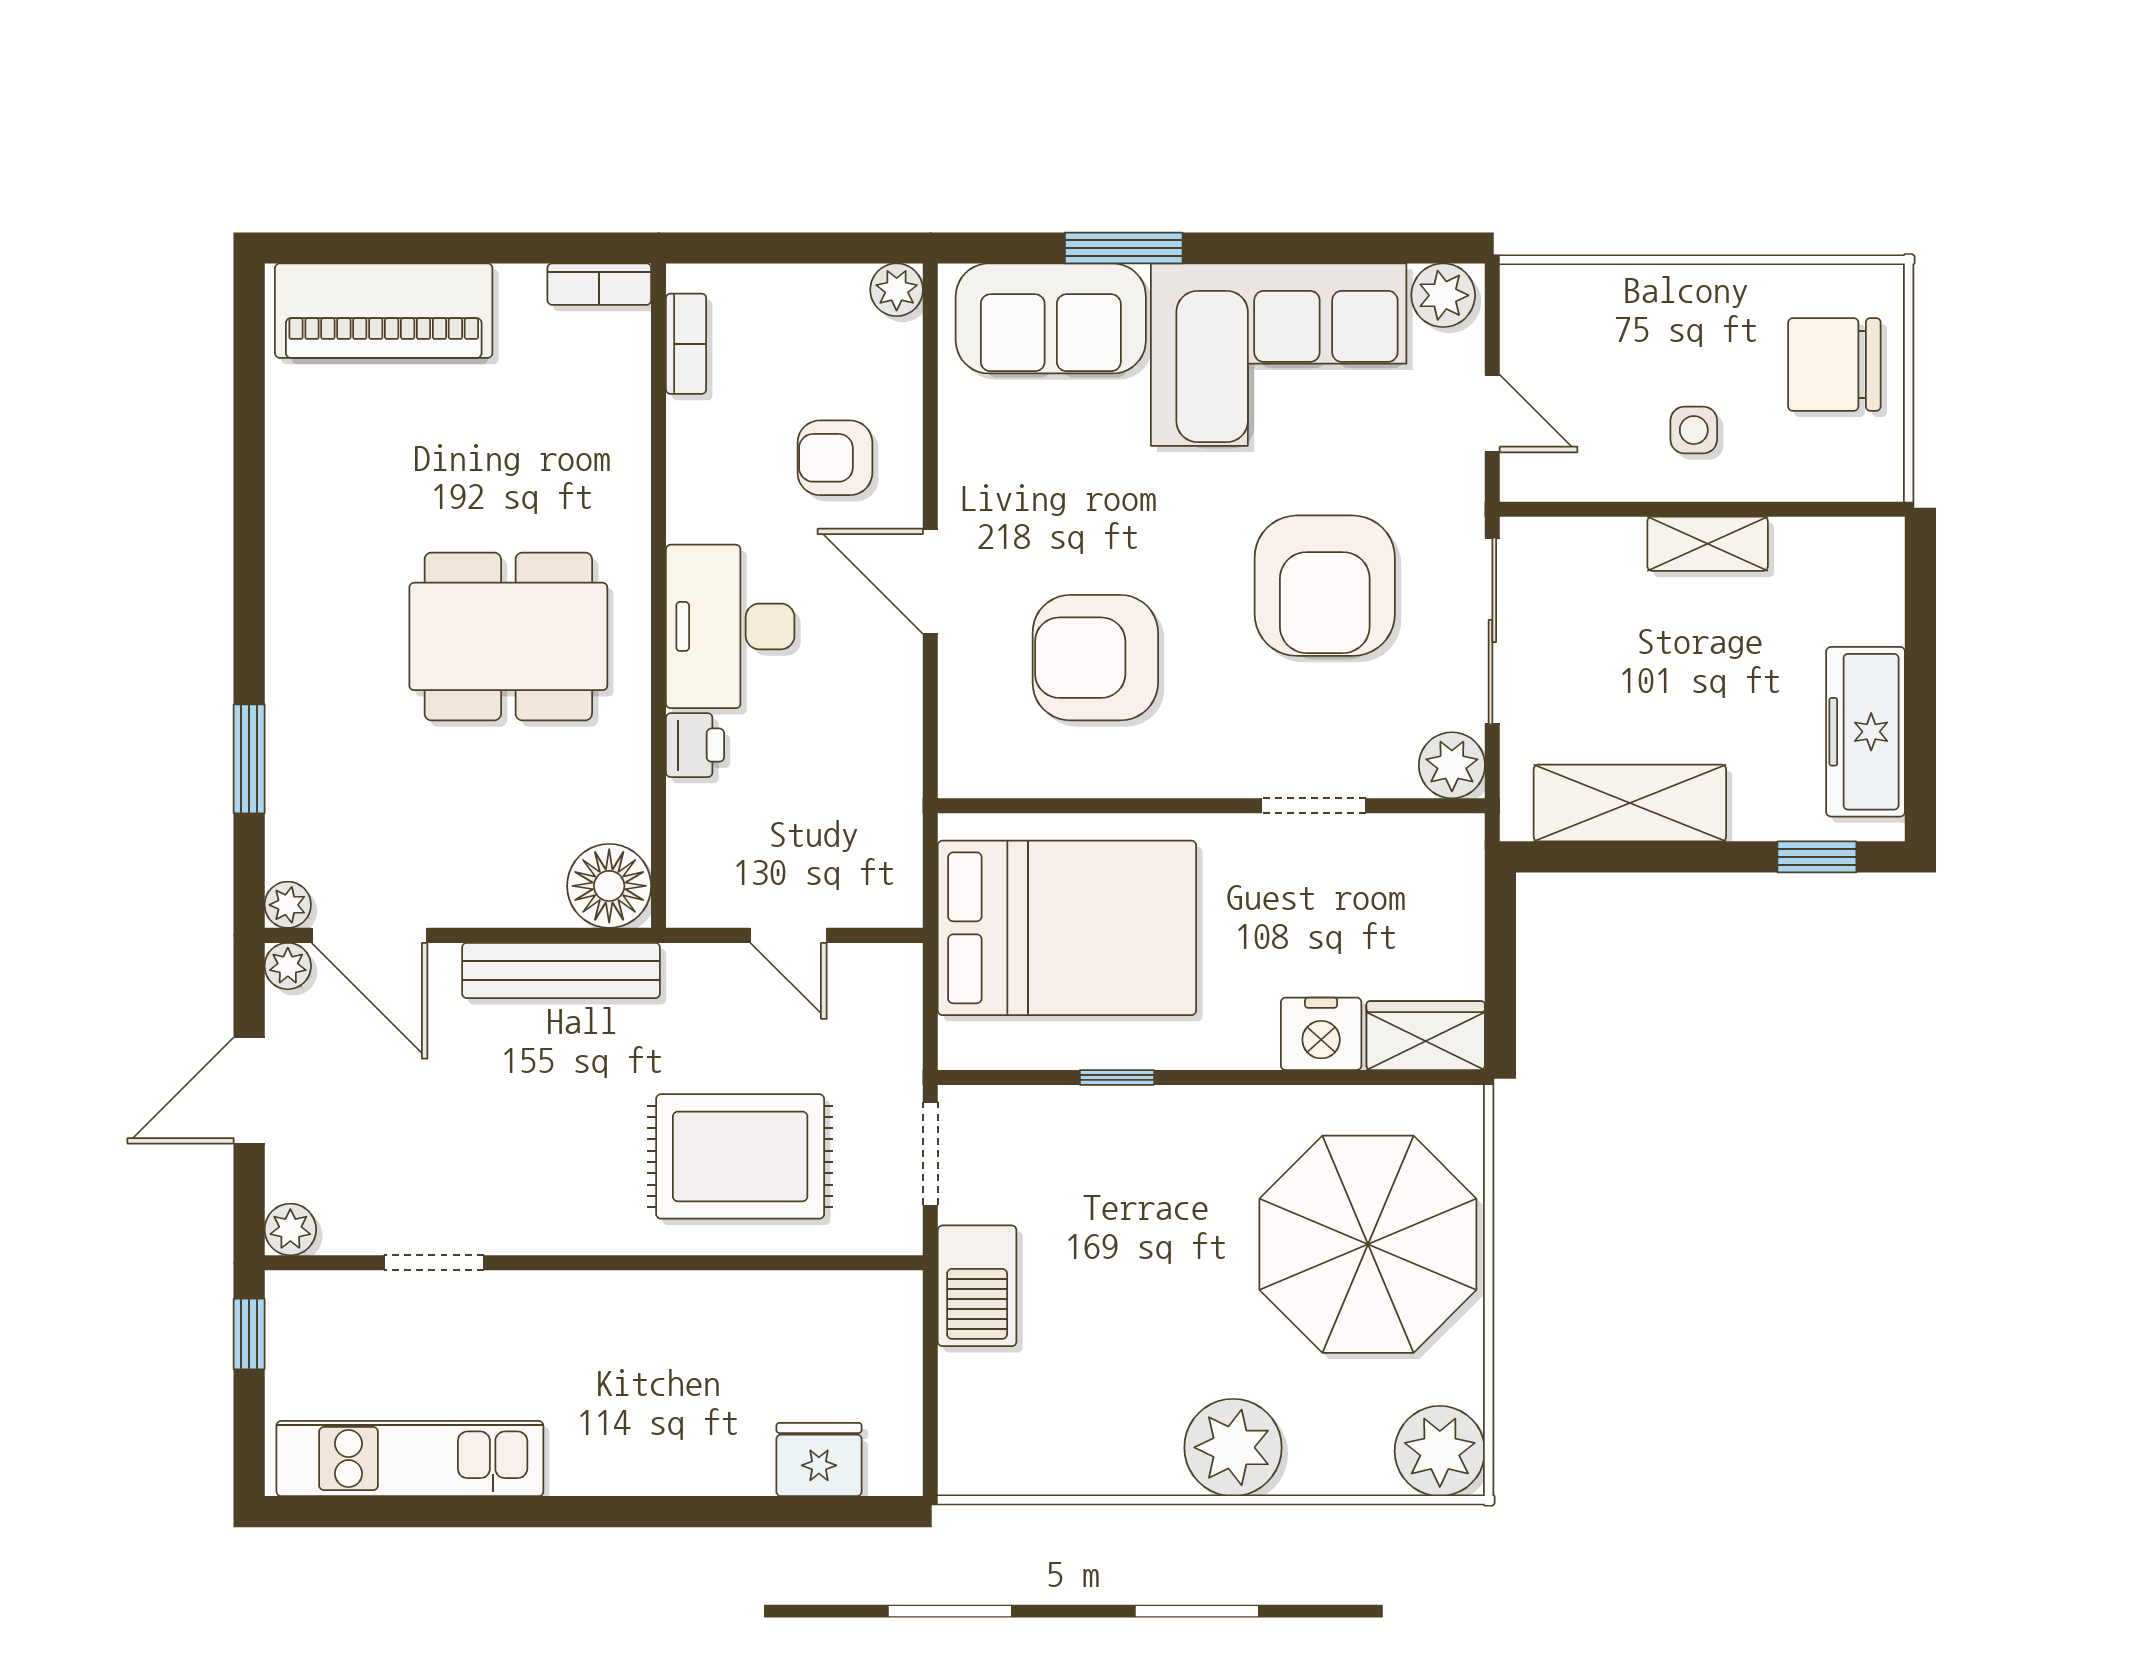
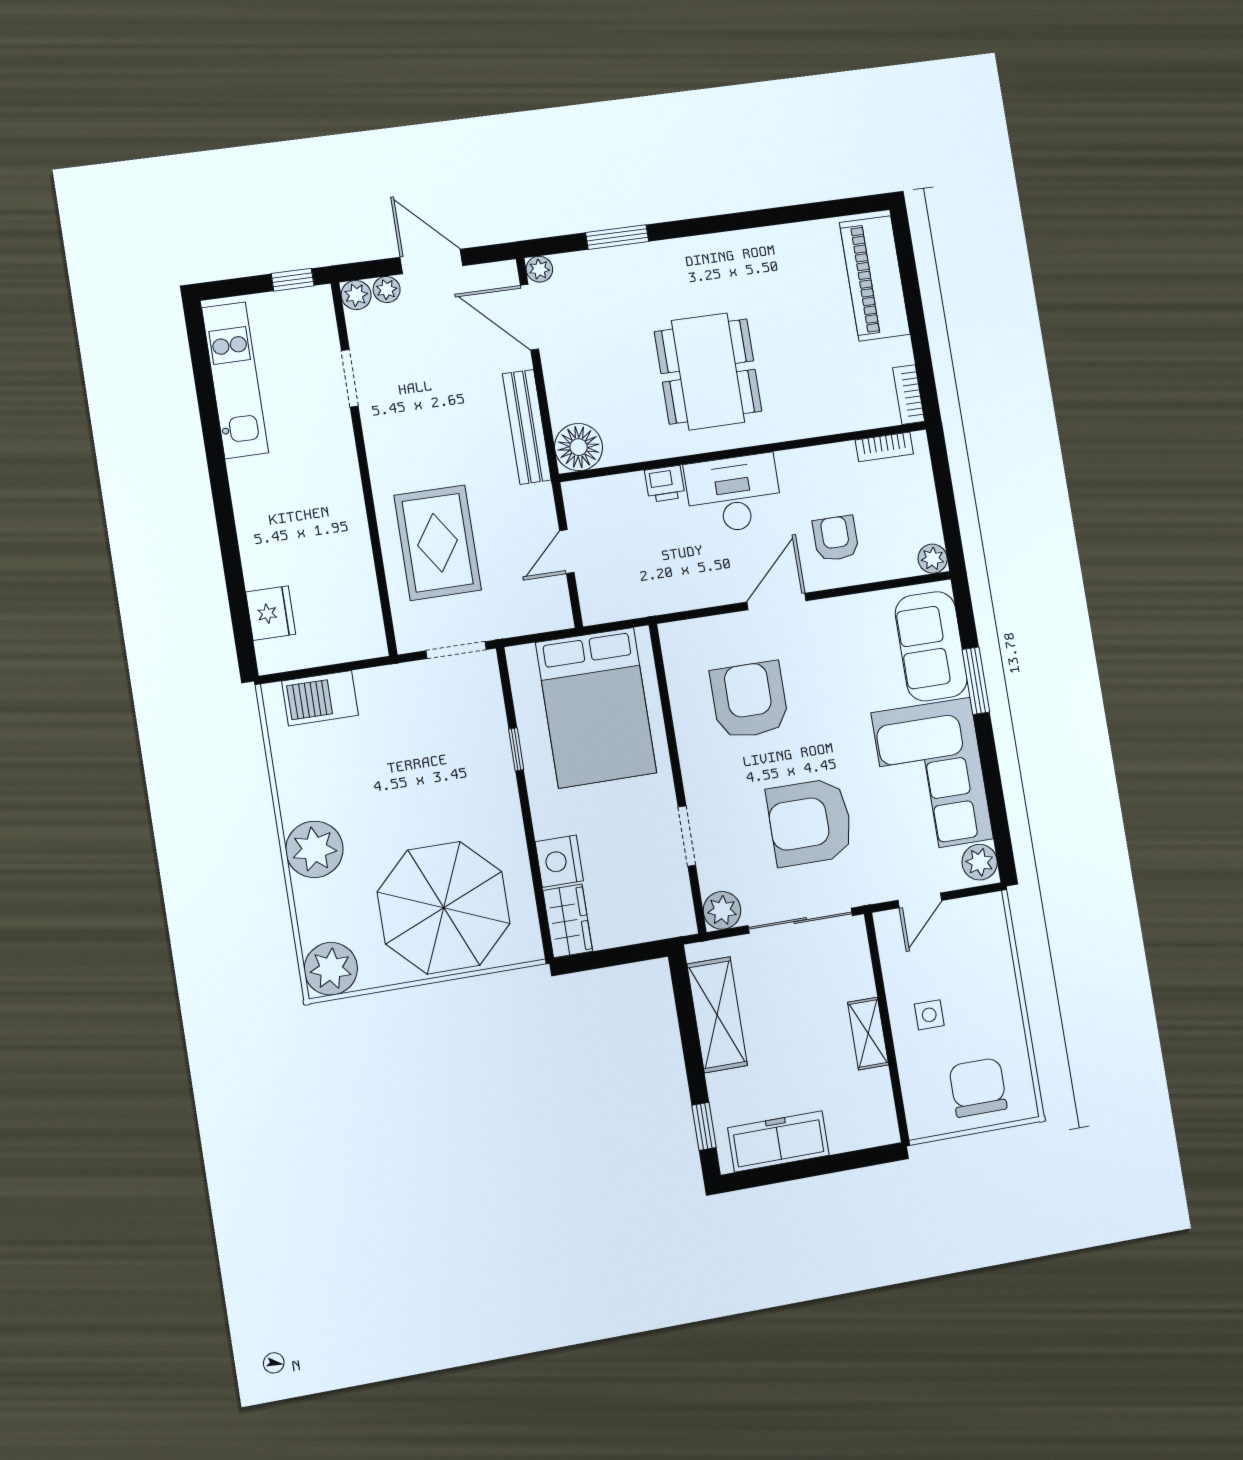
door: (370, 935) -> (529, 317), hinge flipped
plant: (288, 966) -> (387, 289), moved
barbecue: (977, 1286) -> (320, 698), moved

